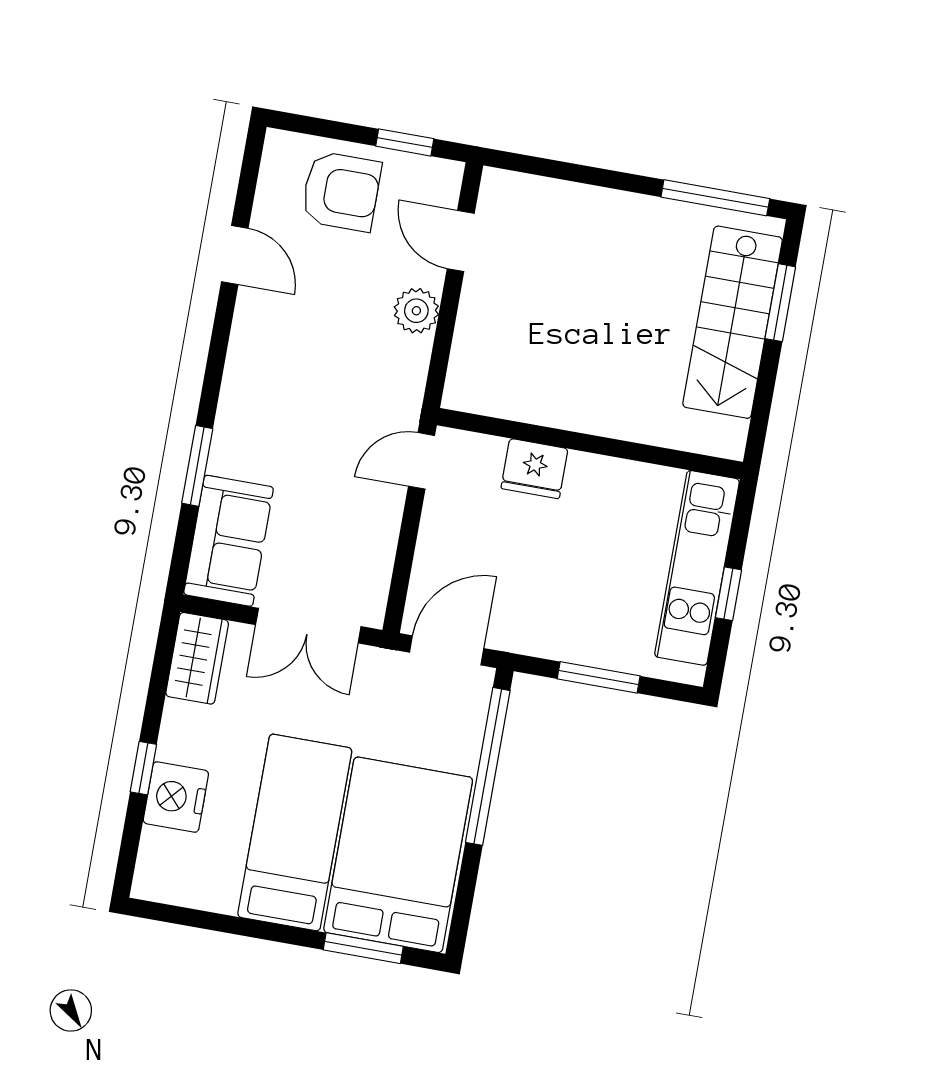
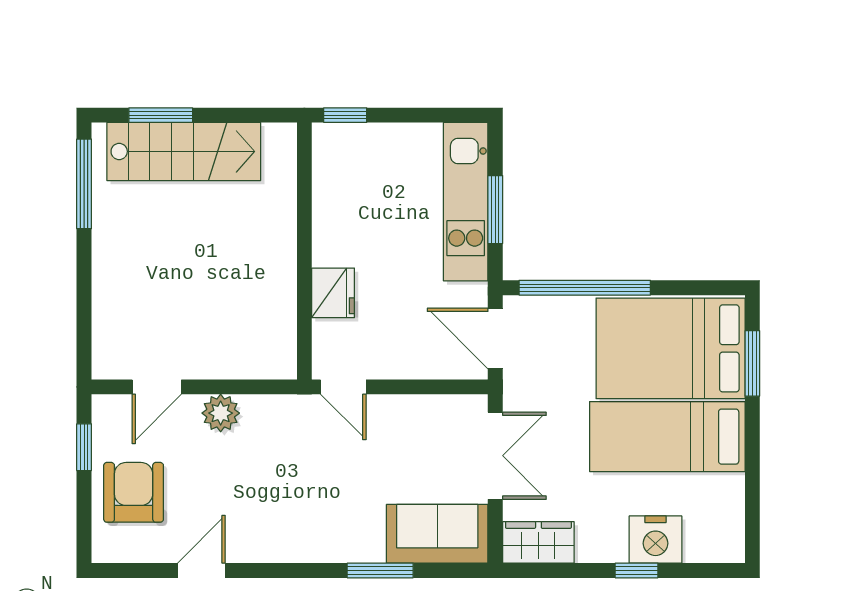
kitchen unit: (697, 568) -> (466, 202), moved, turned 90
window: (728, 594) -> (345, 115), moved

